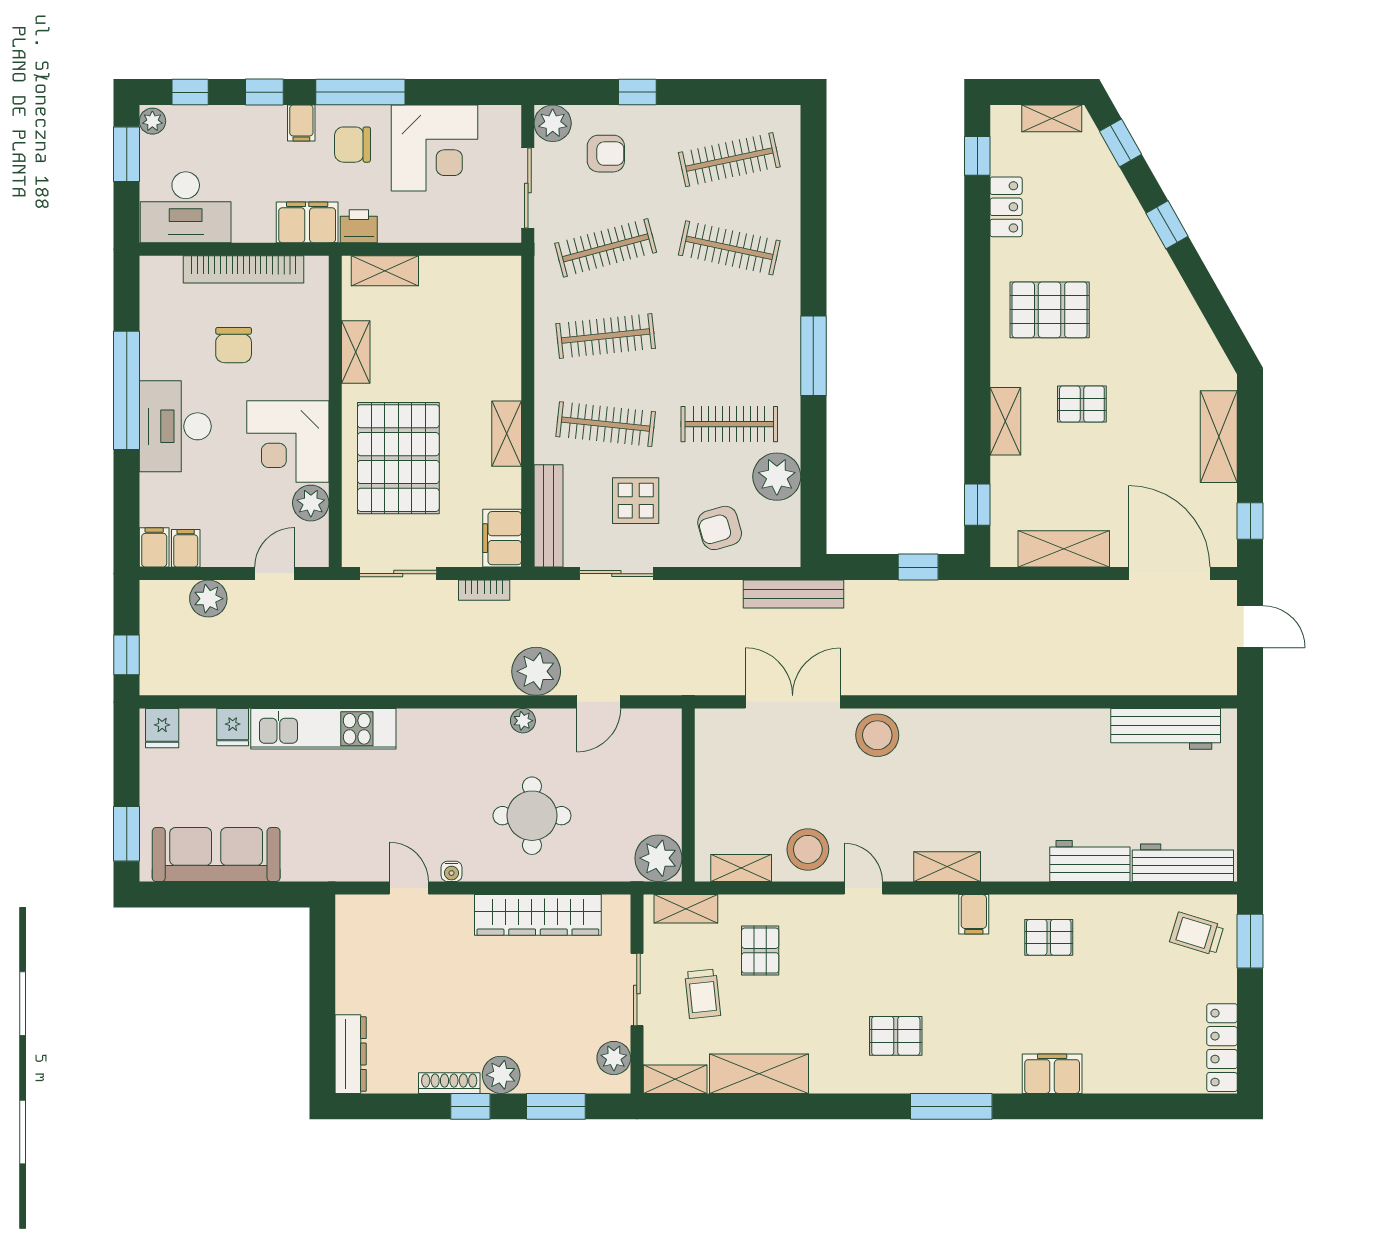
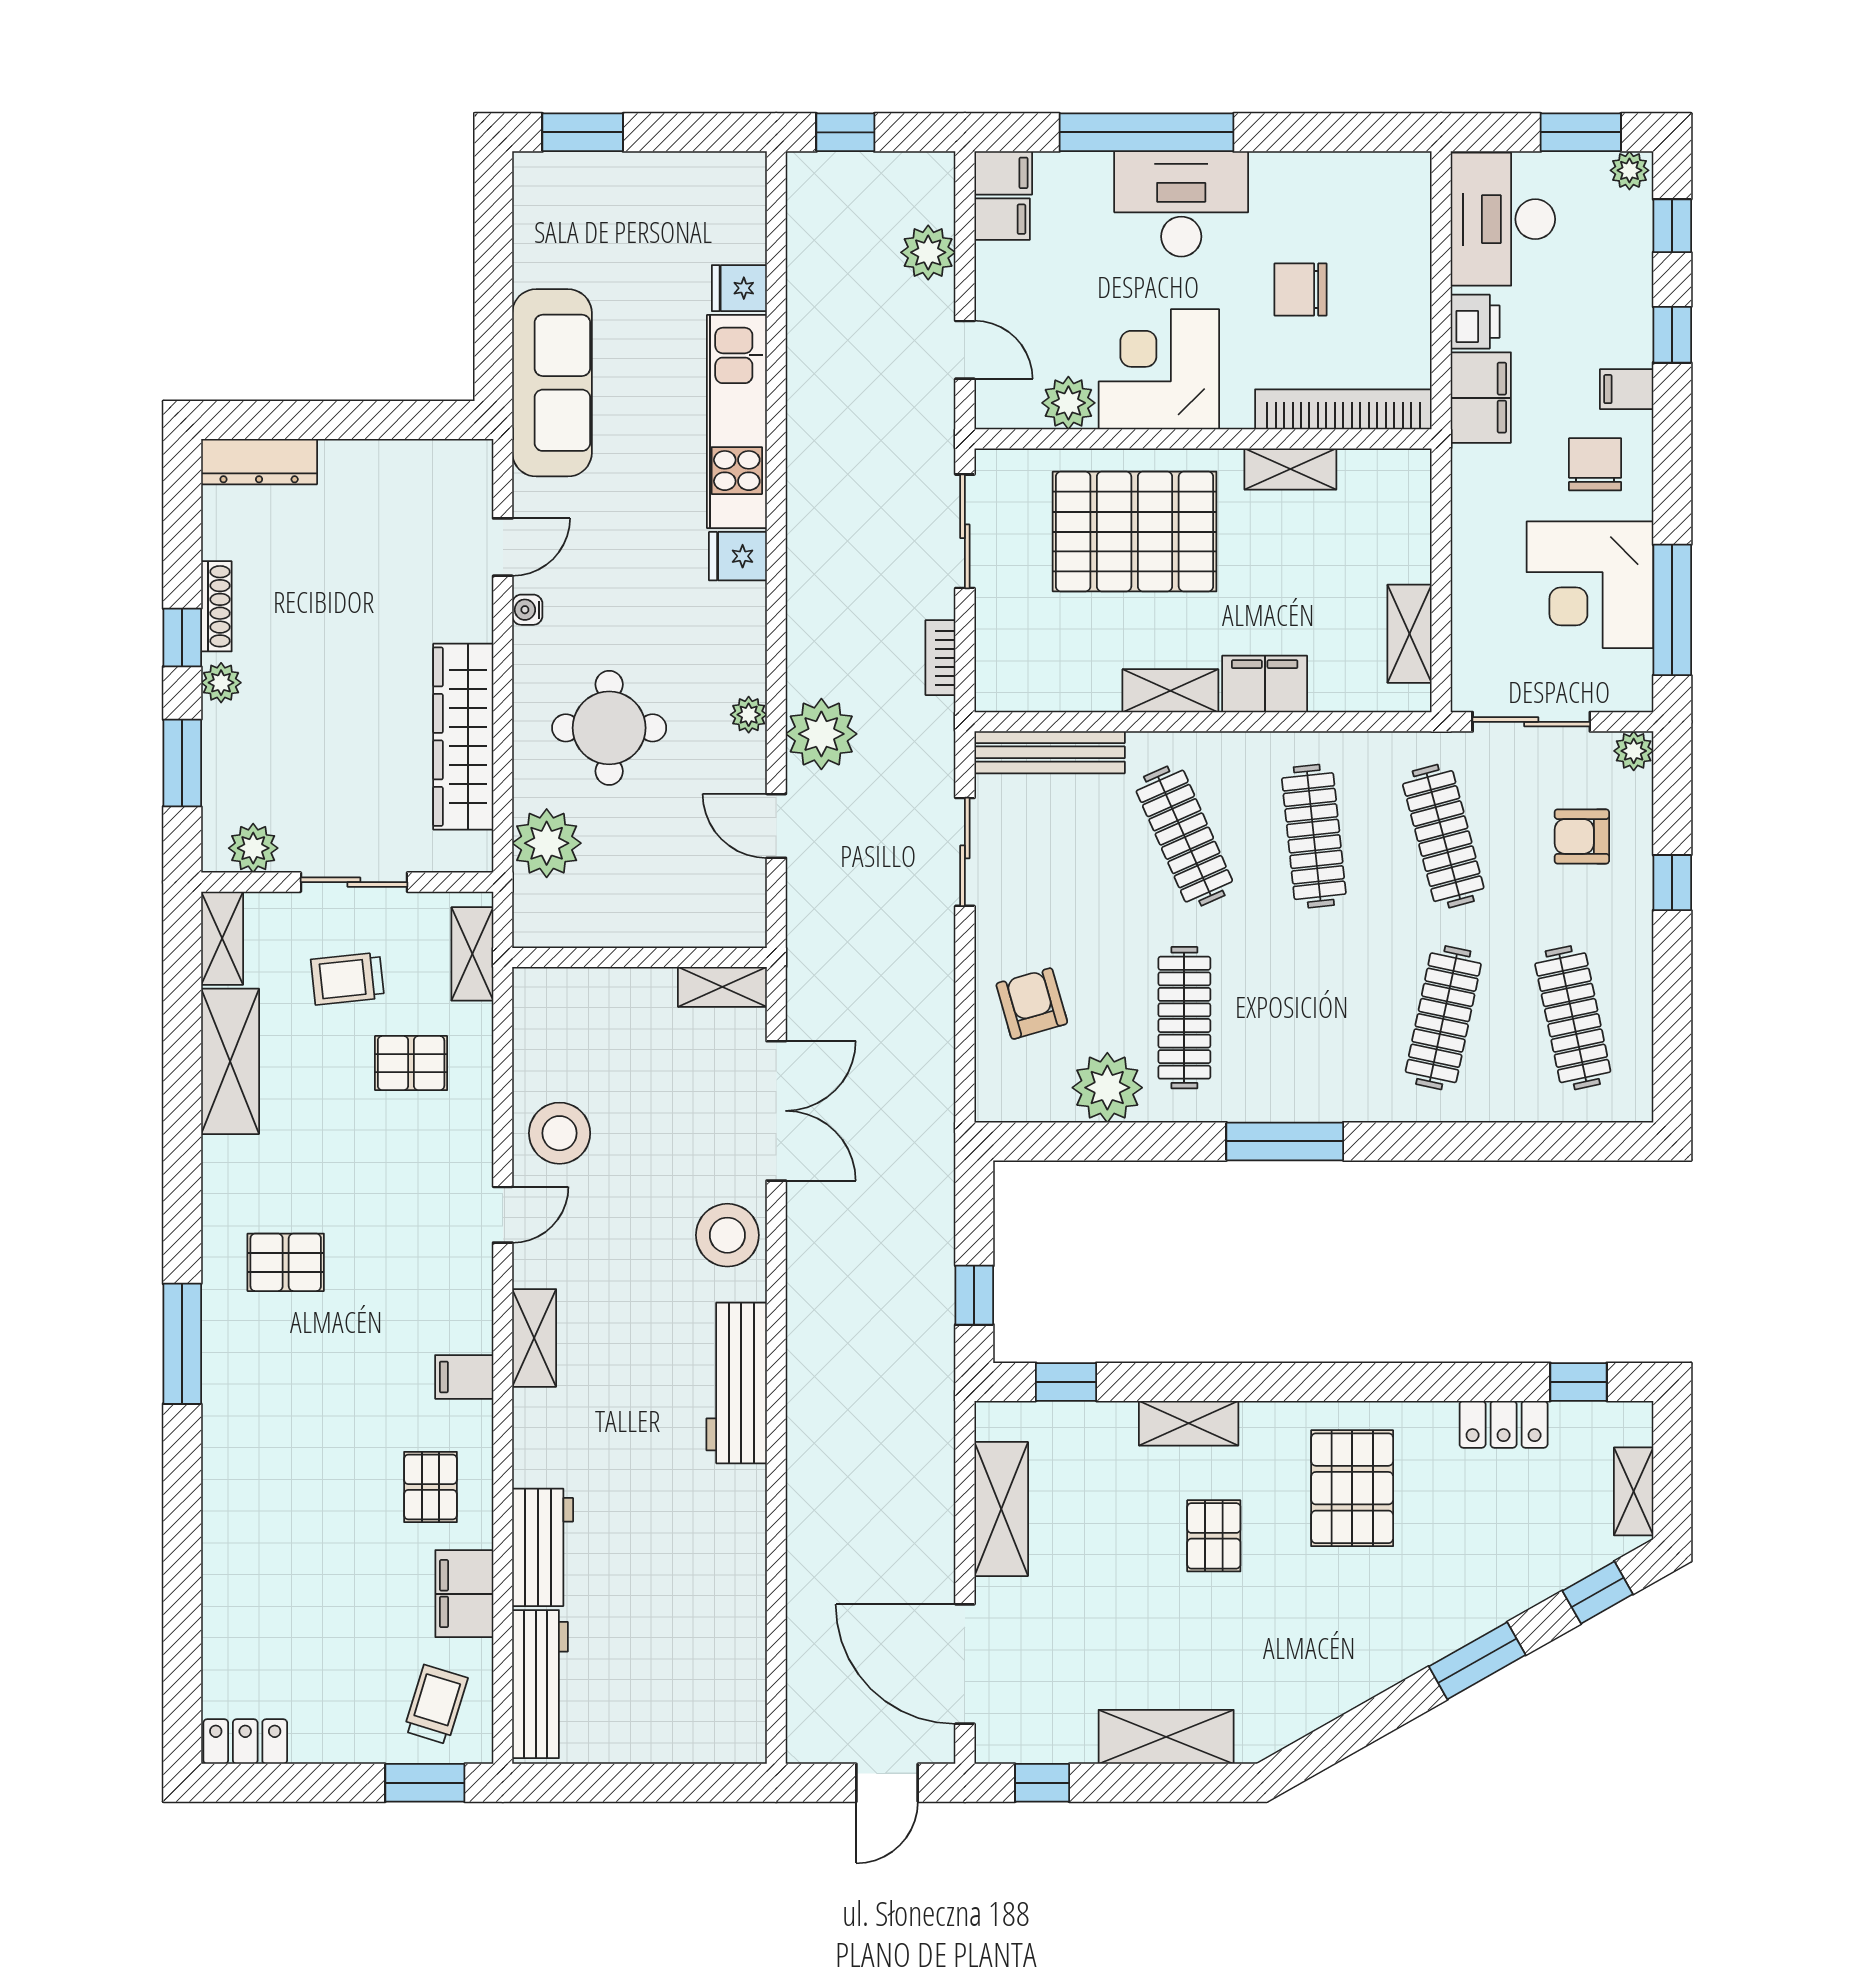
window: (360, 92) -> (1672, 610), moved
plant: (553, 123) -> (1634, 751), width x0.73, depth x0.73
armchair: (606, 154) -> (1582, 836), turned 90
window: (1167, 225) -> (1477, 1661), width x1.50
printer: (359, 226) -> (1475, 322), moved
bookcase: (244, 269) -> (1343, 409), moved, turned 90
shelving: (385, 271) -> (1410, 634), moved
window: (127, 390) -> (1147, 132), moved
clothes rail: (606, 424) -> (1184, 836), turned -30
display table: (636, 501) -> (1072, 880), removed
filing cabinet: (502, 538) -> (1265, 684), moved
door: (1169, 574) -> (965, 1664), swing flipped
bench: (793, 594) -> (935, 1112), removed
fridge: (162, 728) -> (738, 556), moved
workbench: (1166, 729) -> (737, 1383), moved
sofa: (216, 855) -> (552, 383), moved
plant: (658, 858) -> (547, 843), moved
shelving: (741, 868) -> (722, 987), moved, turned 90
pallet: (896, 1036) -> (286, 1262), turned 90
locker: (1222, 1048) -> (245, 1742), width x0.66
filing cabinet: (1052, 1074) -> (464, 1594), moved, turned 180
plant: (501, 1075) -> (221, 683), width x0.73, depth x0.73

